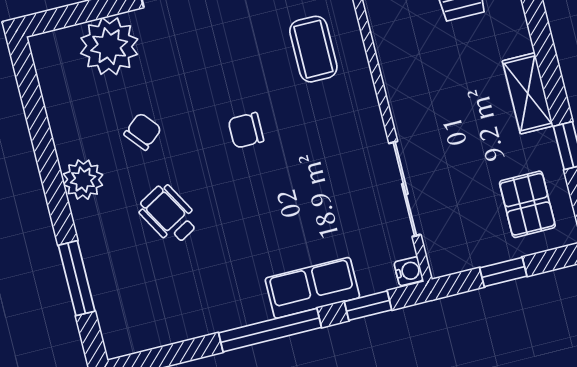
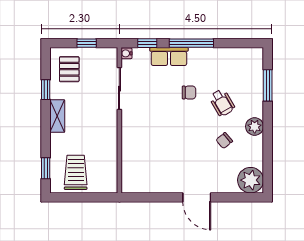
plant: (109, 46) -> (251, 180), moved
coffee table: (313, 49) -> (143, 157), removed
chair: (246, 130) -> (189, 92), moved

